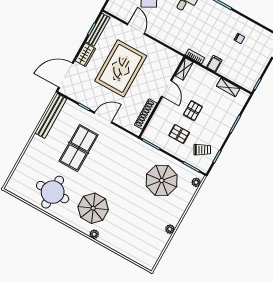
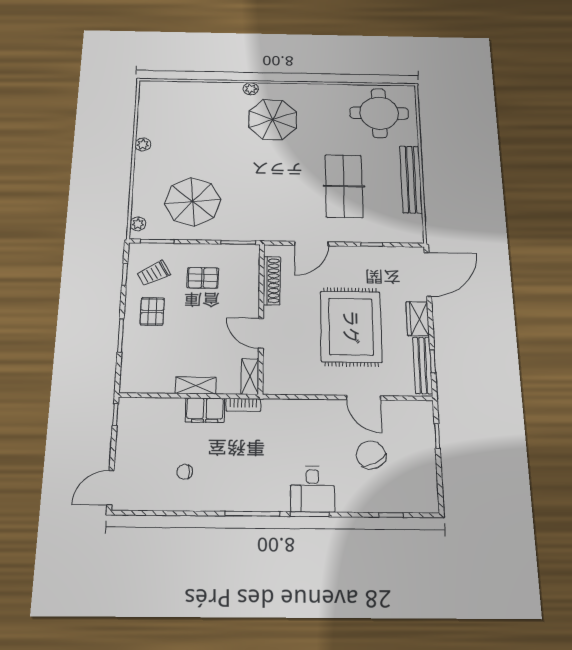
filing cabinet: (214, 64) -> (205, 410), width x2.00
shelving: (228, 87) -> (196, 385), moved
pallet: (193, 111) -> (152, 311), moved
bench: (51, 116) -> (411, 179), moved
door: (103, 117) -> (311, 244), moved
round table: (53, 192) -> (379, 113), moved

